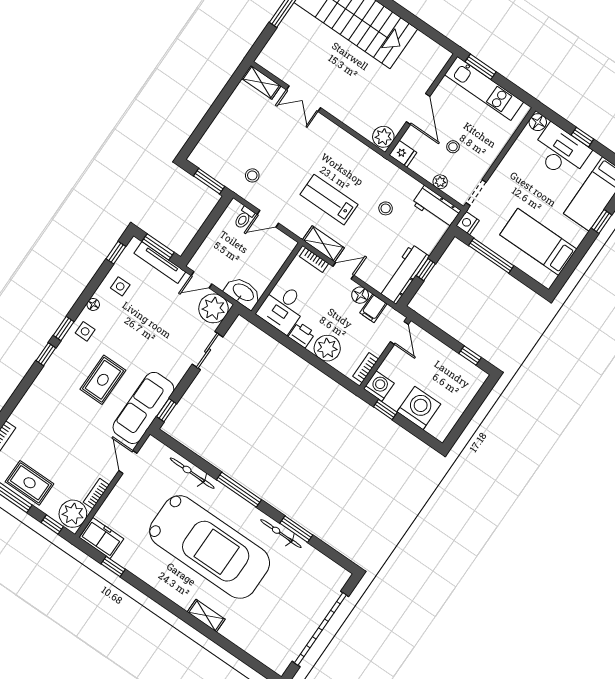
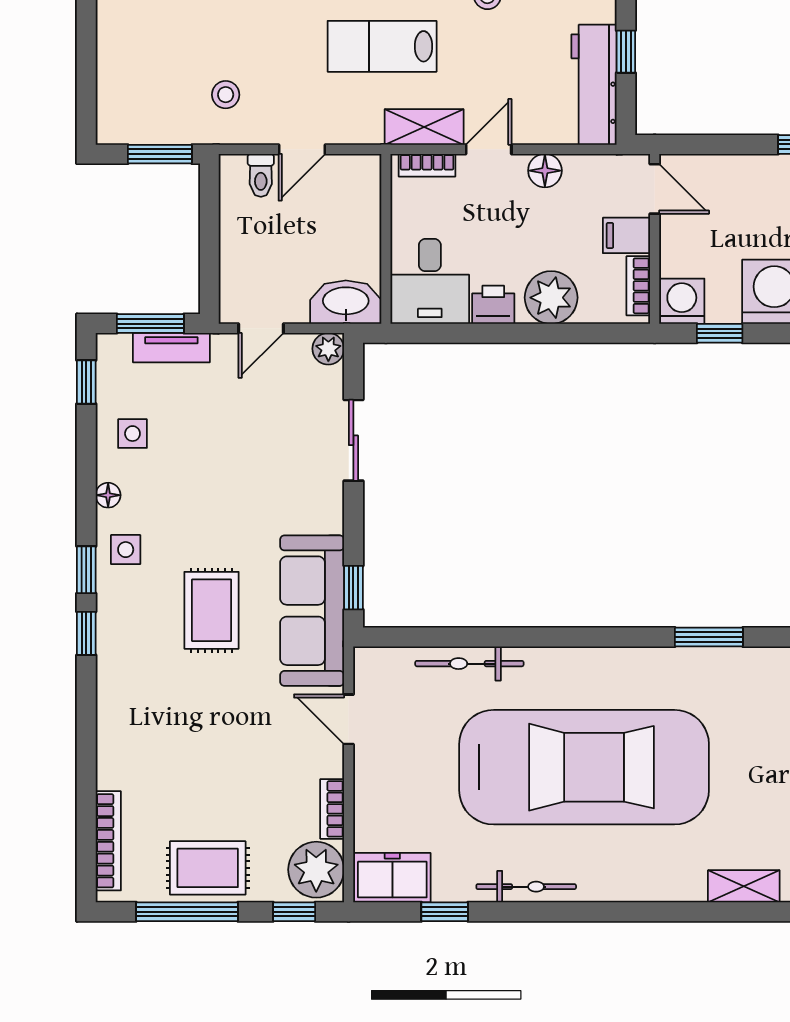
tv unit: (160, 263) -> (171, 348), width x0.71
plant: (213, 308) -> (328, 349), width x0.53, depth x0.53
filing cabinet: (373, 308) -> (626, 235), moved, turned 90
window: (239, 490) -> (567, 637), removed
bicycle: (281, 534) -> (526, 887), moved, turned 180
shelving: (206, 616) -> (744, 886), moved

